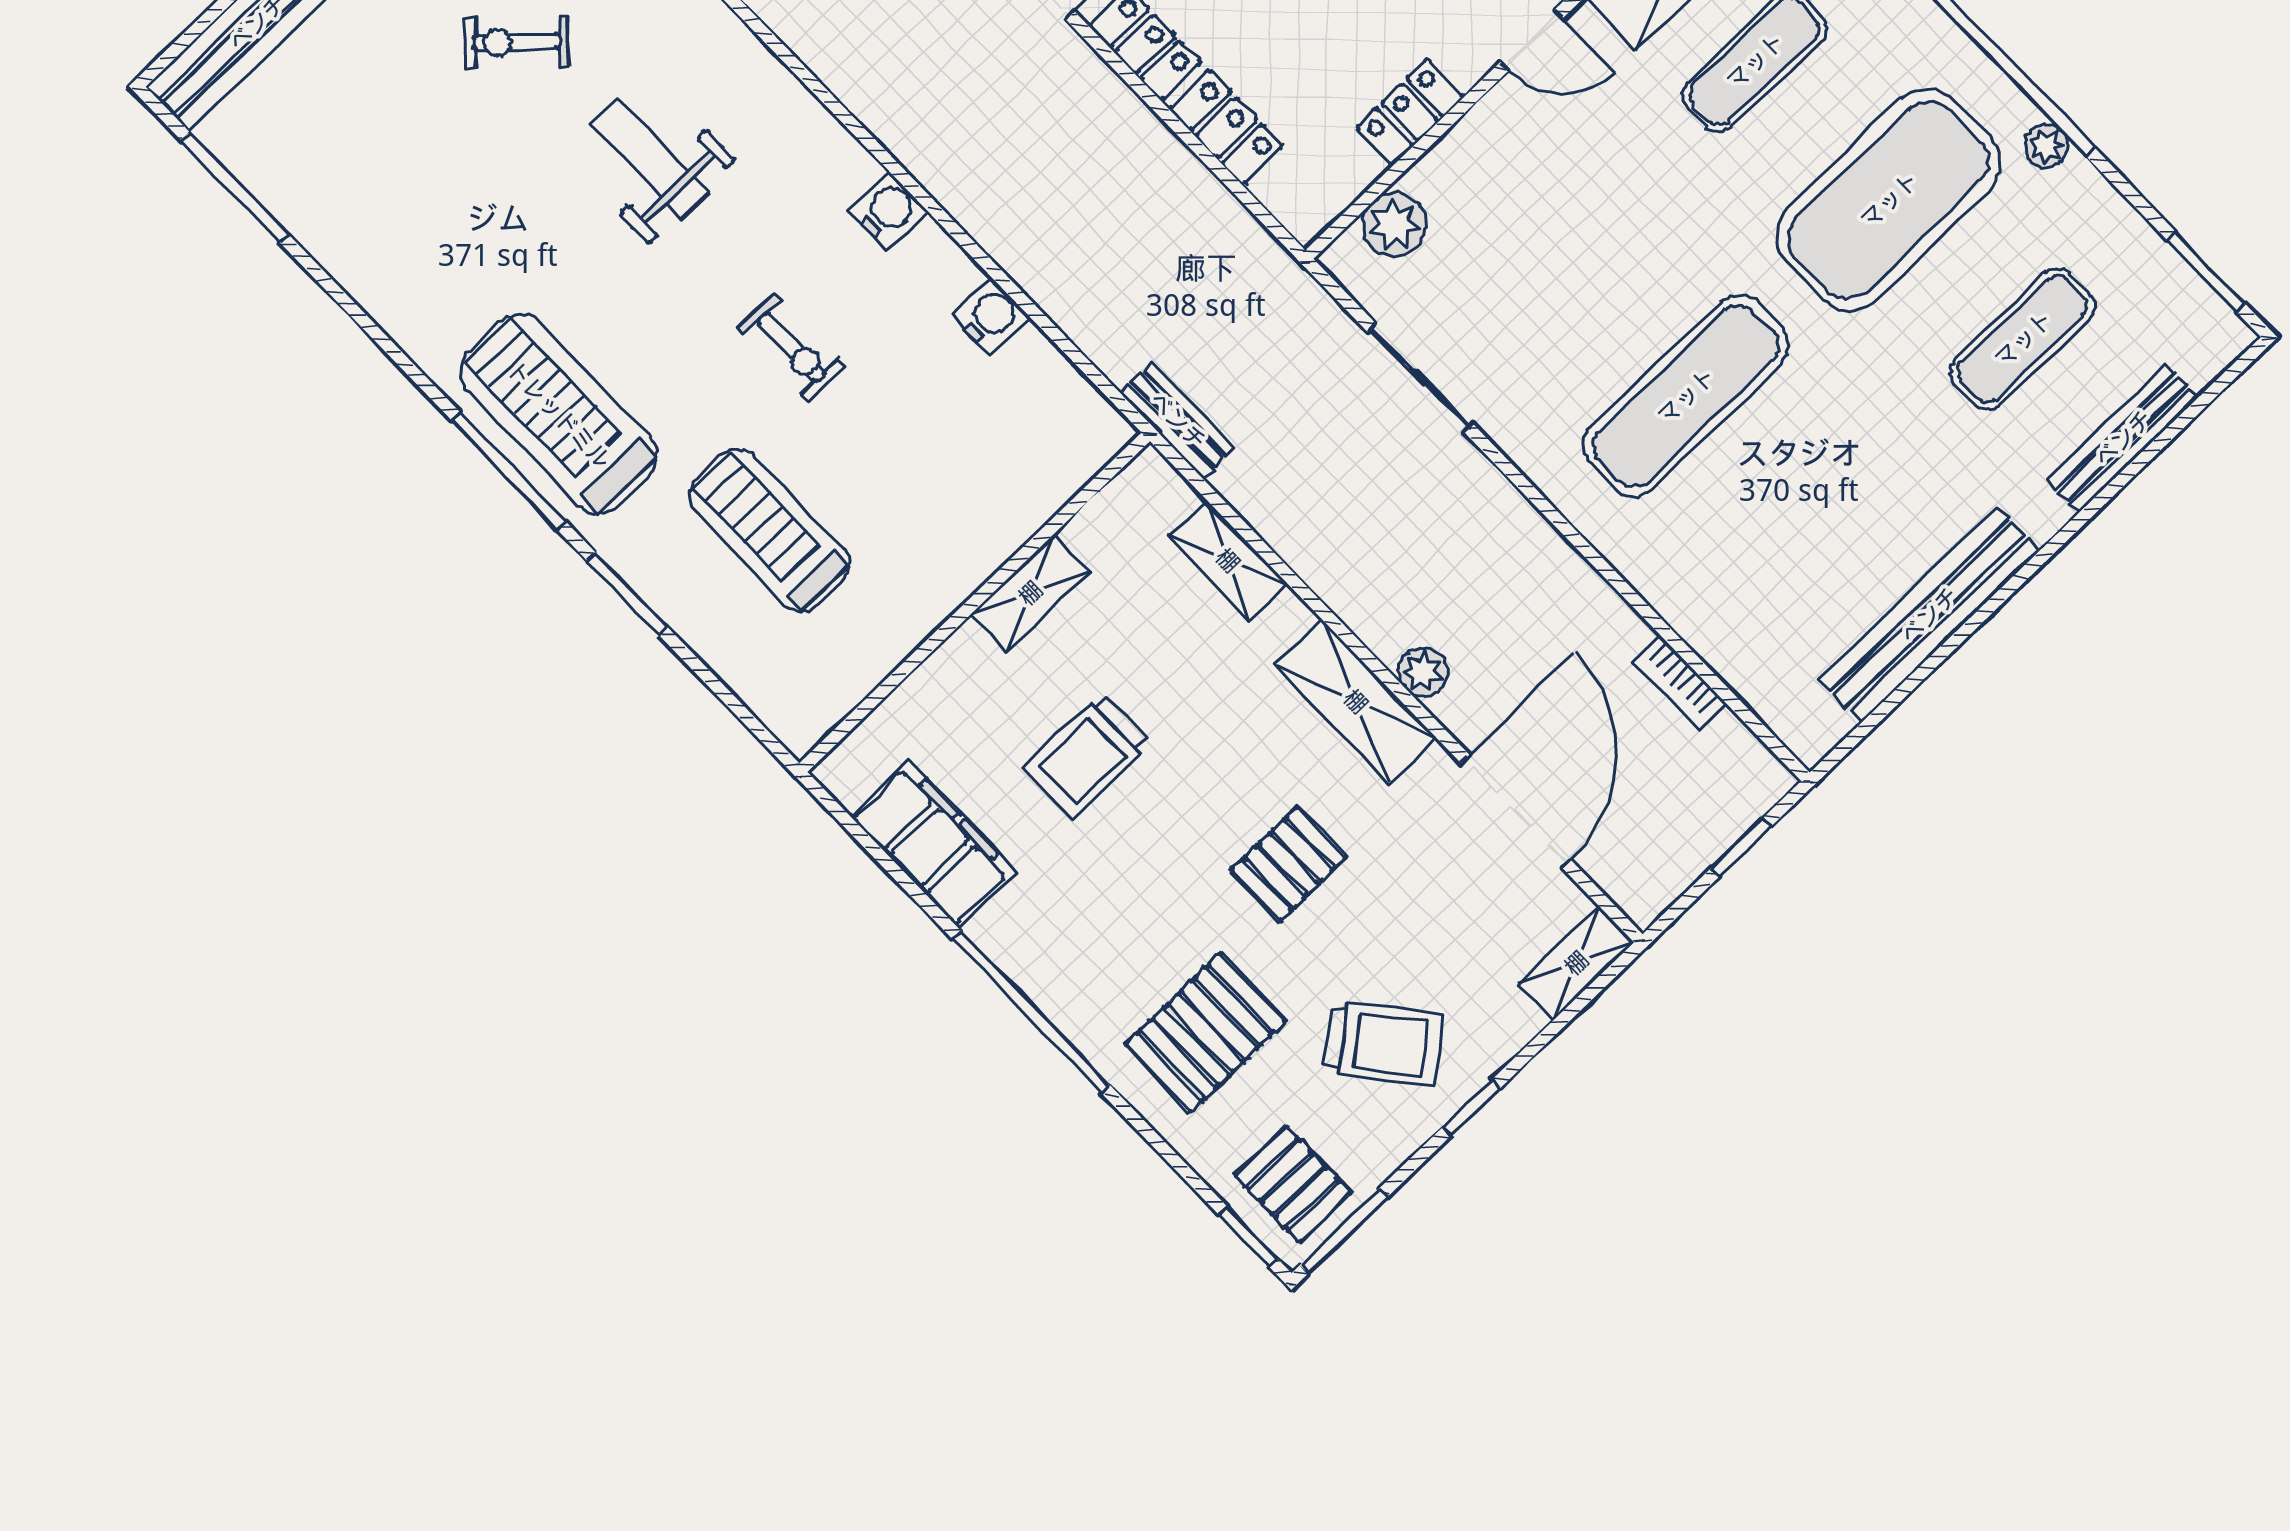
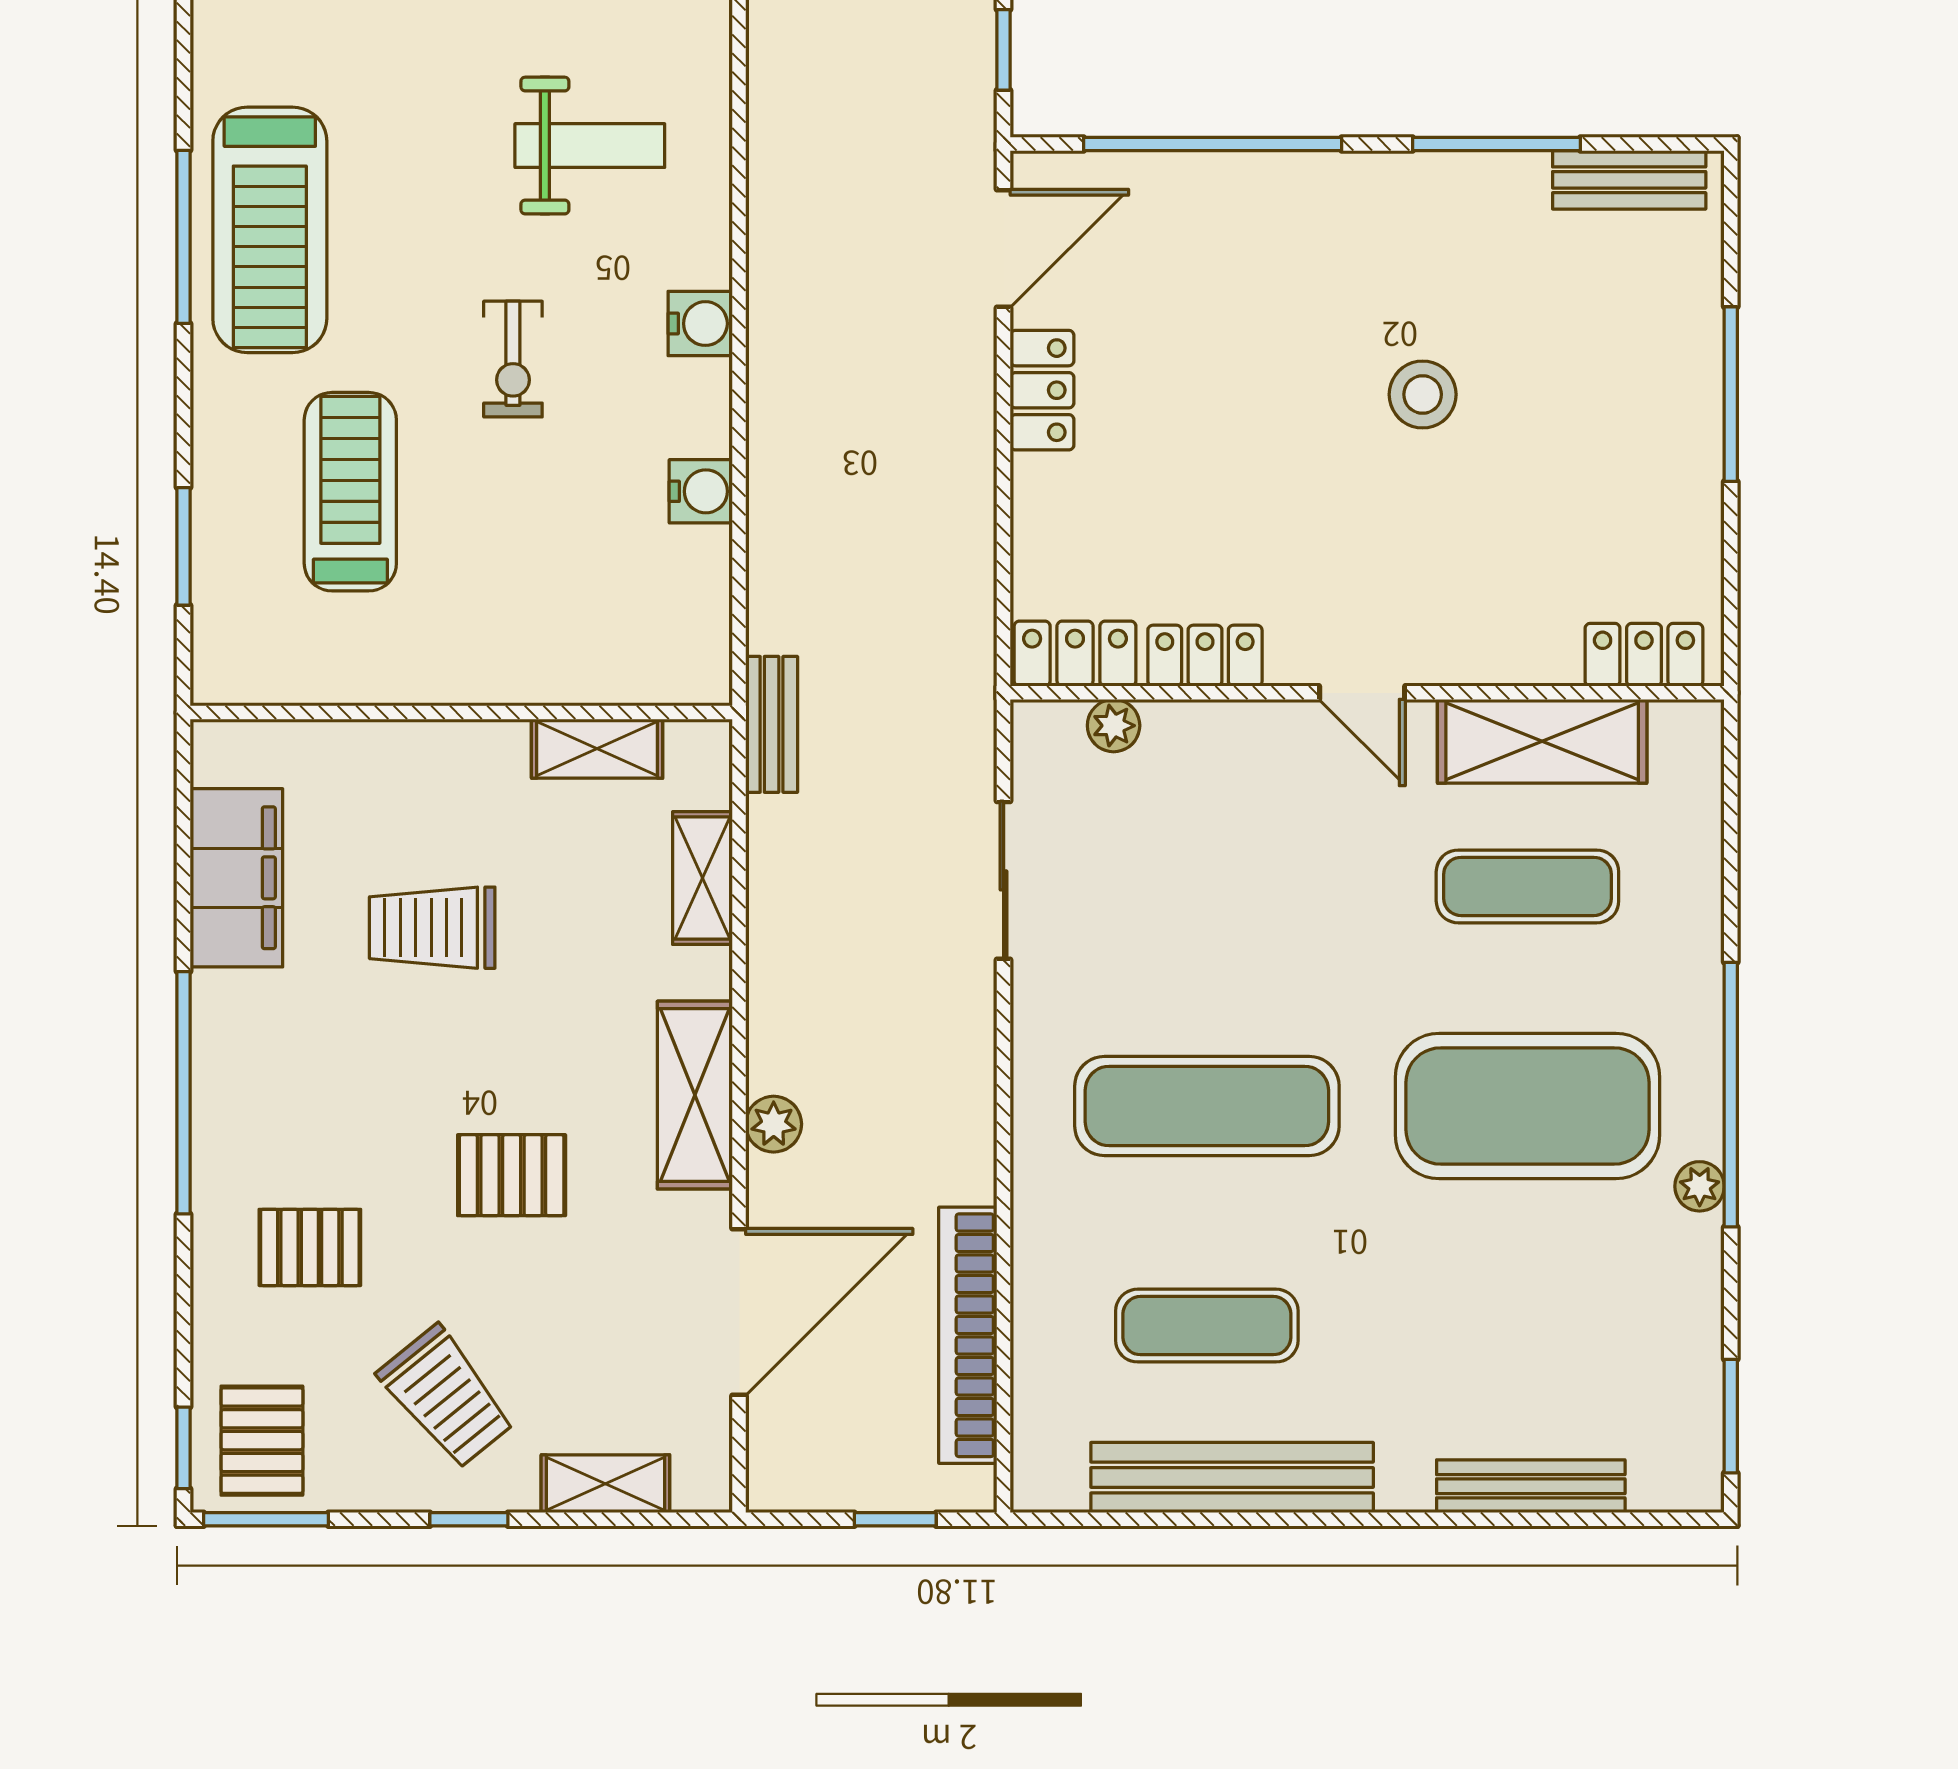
locker: (1226, 128) -> (1075, 654), moved, turned -90
weight bench: (650, 158) -> (590, 146), moved, turned 90
plant: (1395, 225) -> (1114, 726), width x0.73, depth x0.73
exercise mat: (2023, 339) -> (1207, 1326), moved
treadmill: (559, 414) -> (270, 230), turned 180
shelving: (1030, 593) -> (597, 749), moved
window: (627, 594) -> (184, 546), moved
bookcase: (1679, 682) -> (968, 1335), width x2.31, depth x1.31
shelving: (1576, 963) -> (605, 1484), moved
pallet: (1205, 1033) -> (310, 1247), width x0.67, depth x0.71

